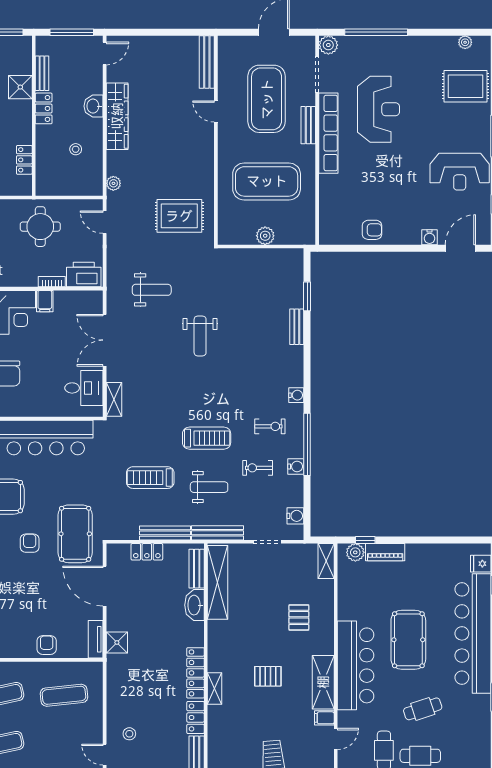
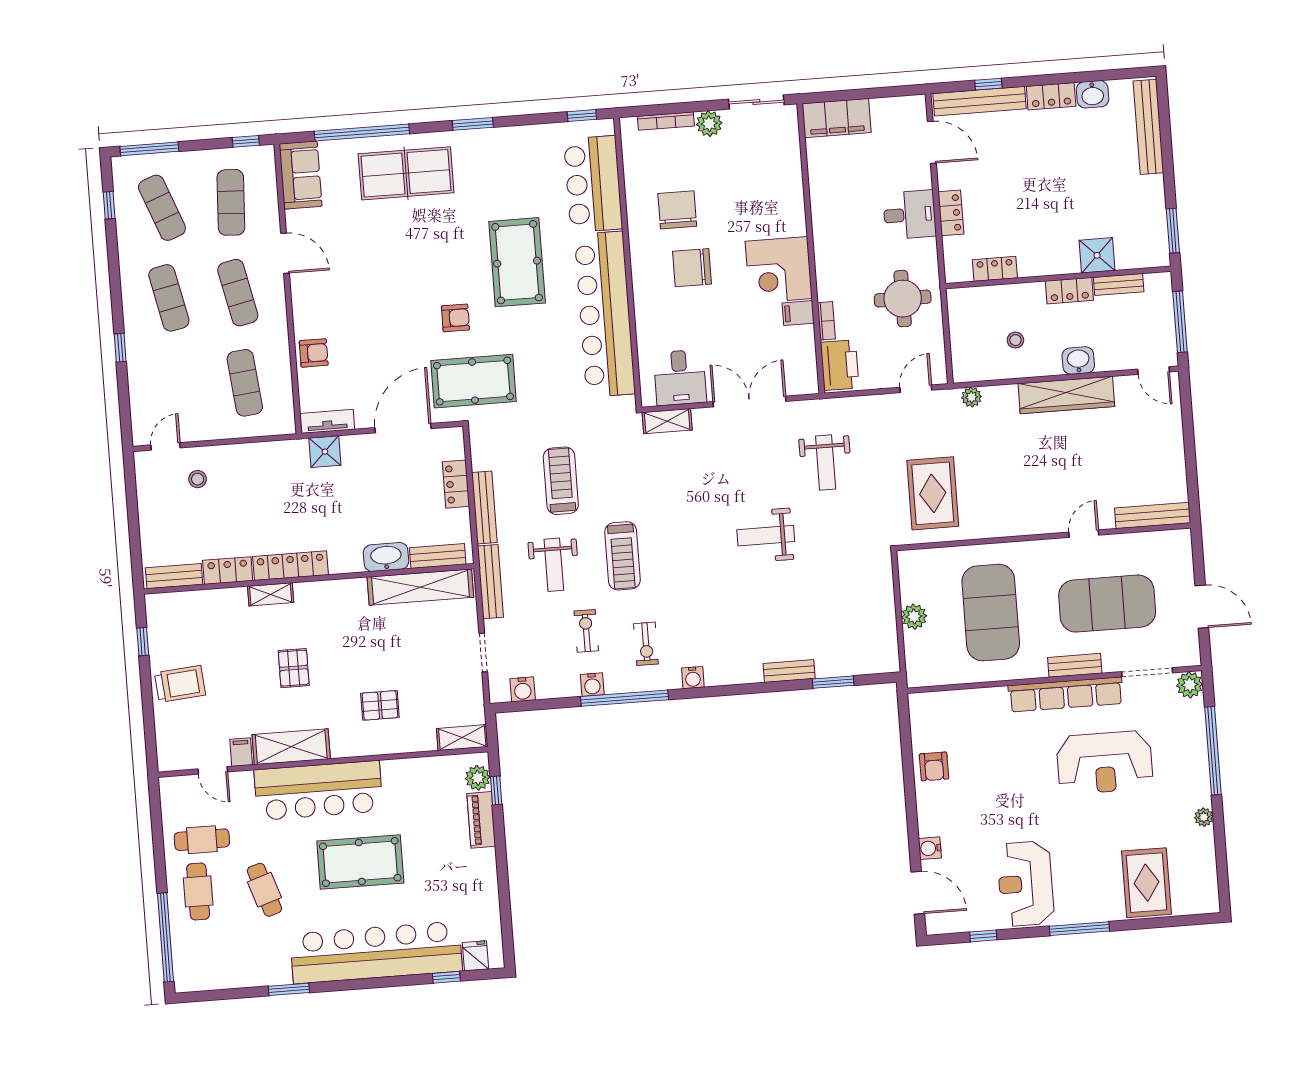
plant: (465, 42) -> (1204, 817), moved

